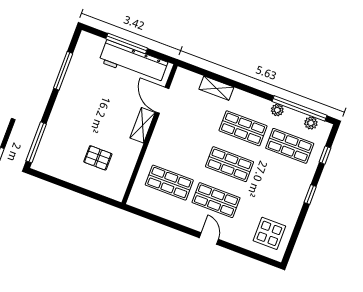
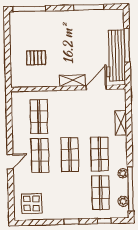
pallet: (98, 158) -> (36, 58), turned 90

